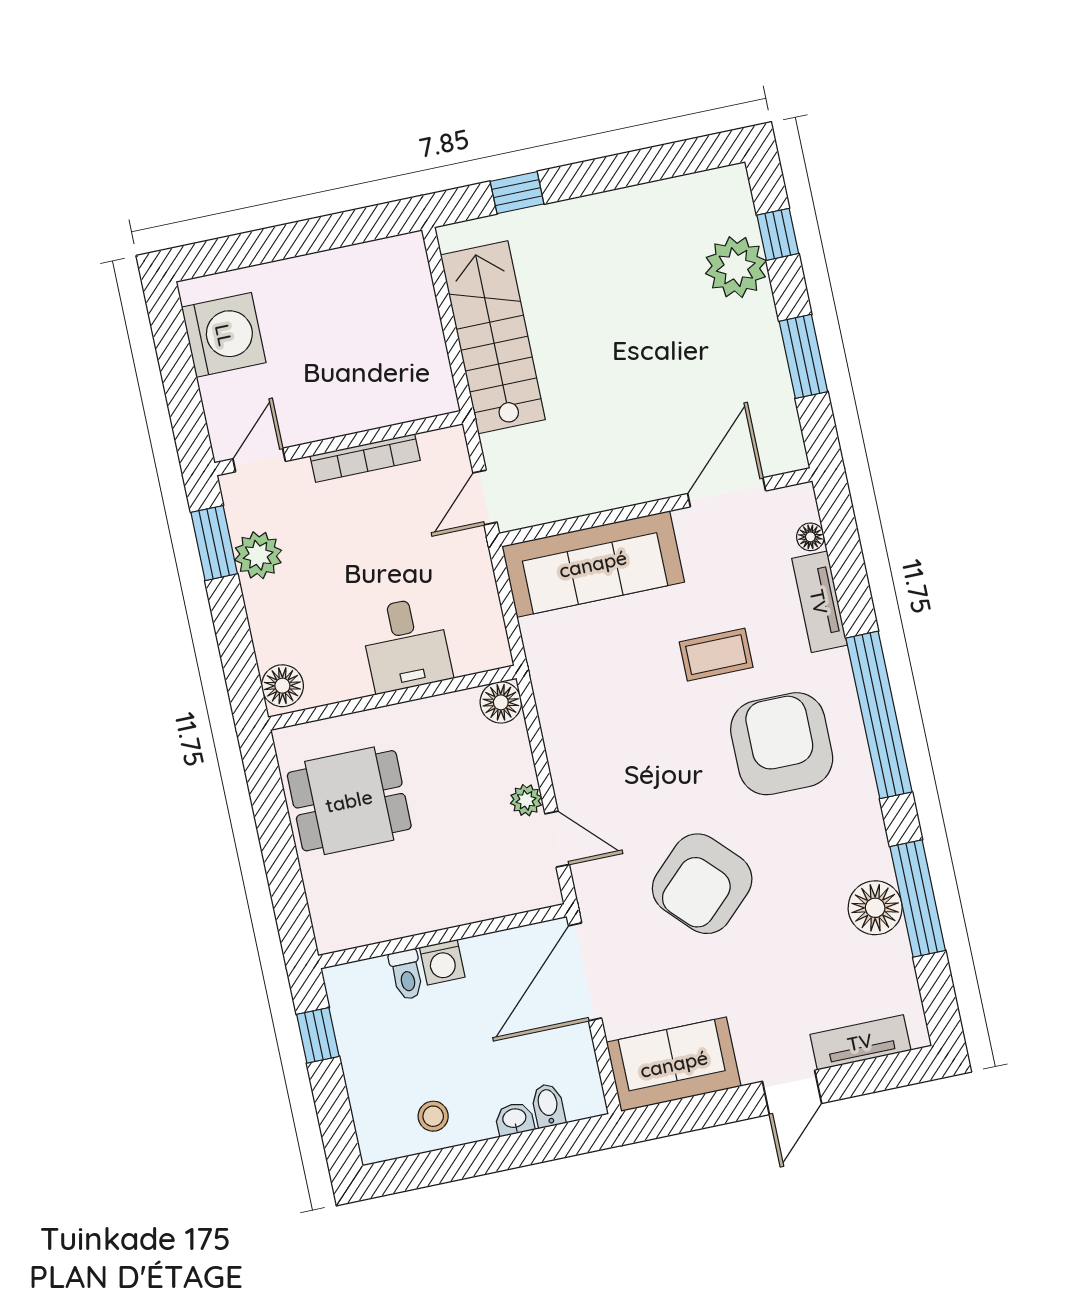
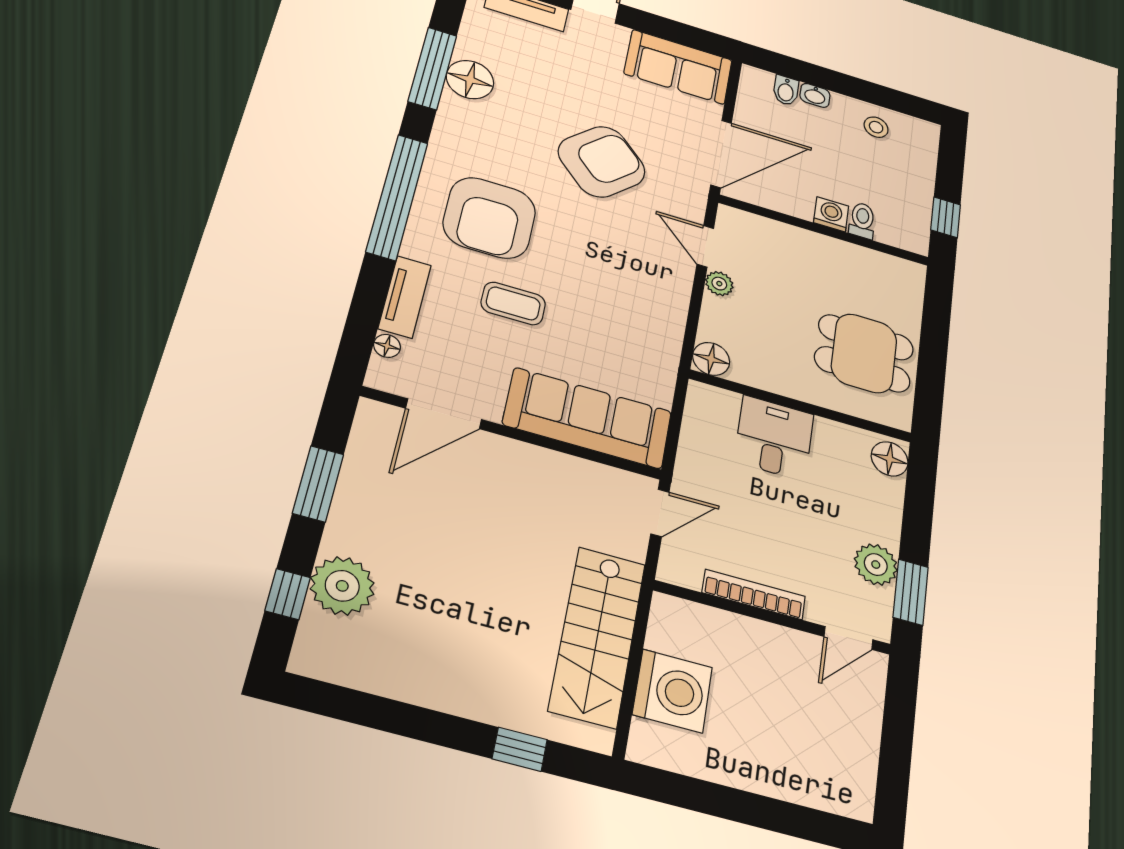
washing machine: (224, 335) -> (673, 691), moved, turned 180

